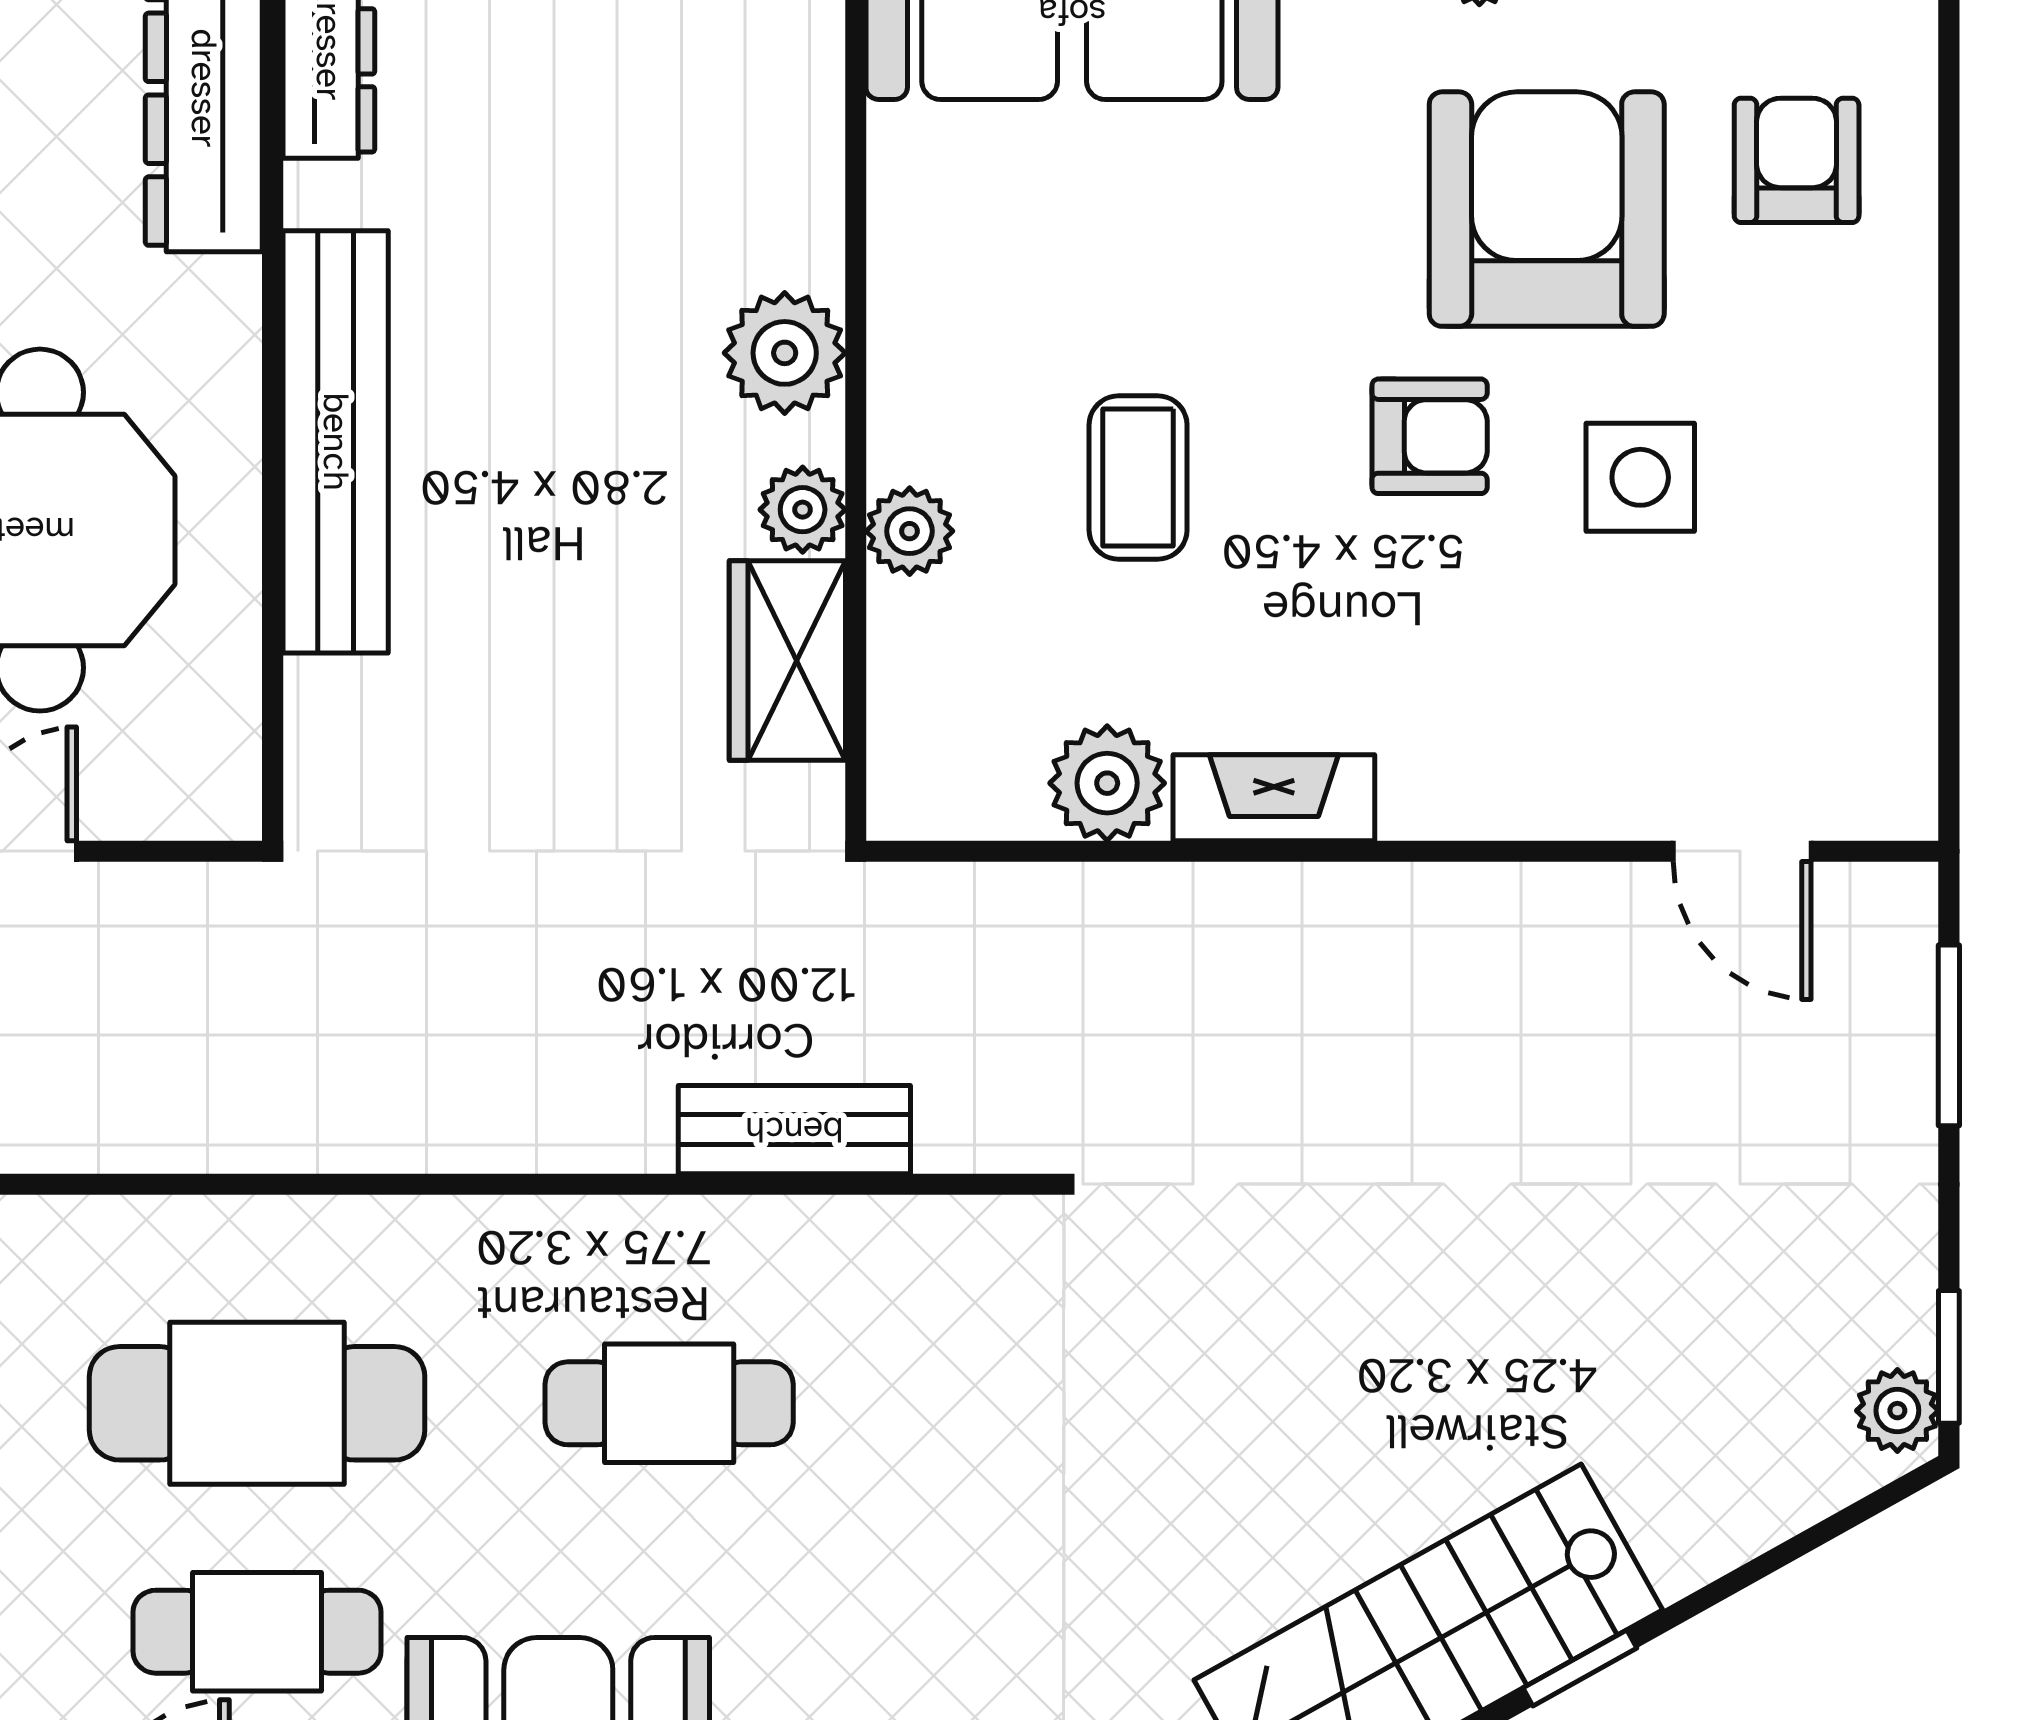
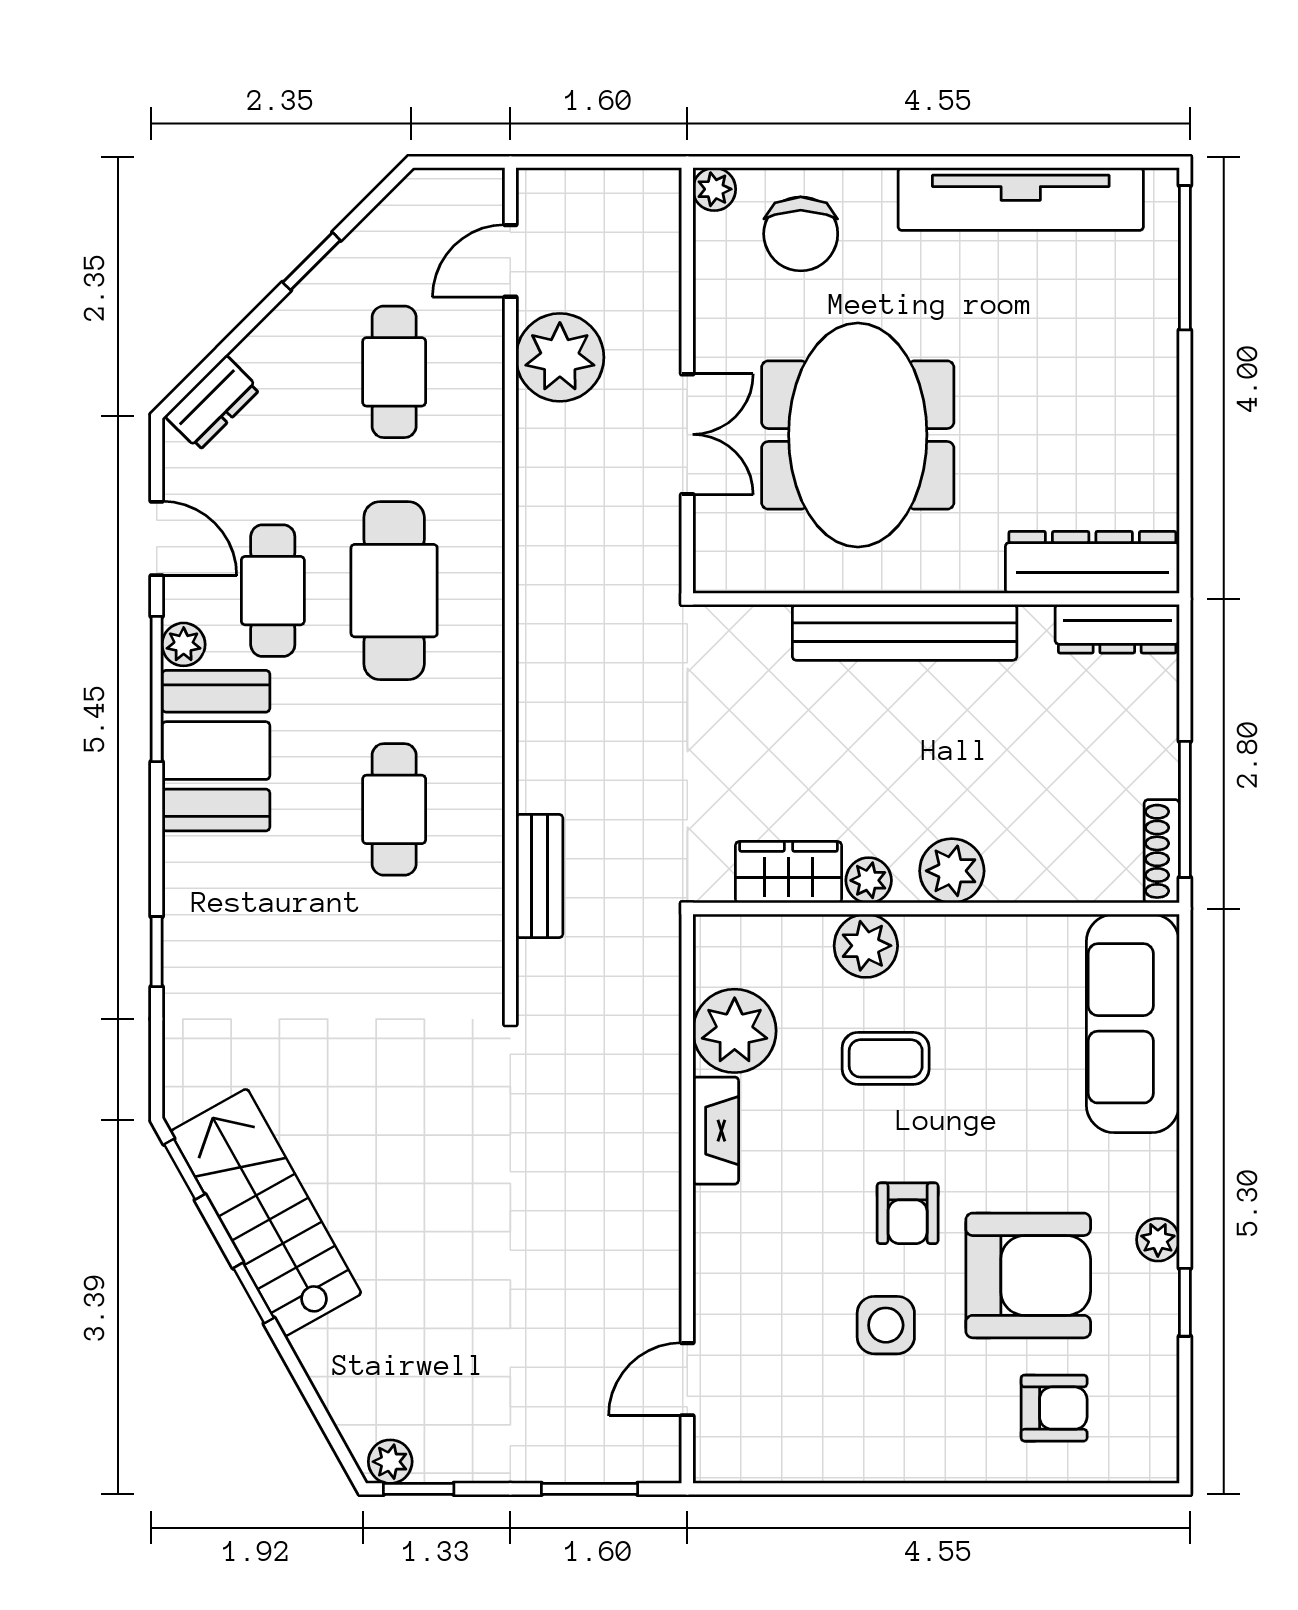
plant: (910, 531) -> (866, 946), width x1.38, depth x1.38
plant: (1107, 783) -> (735, 1031), width x1.36, depth x1.36

